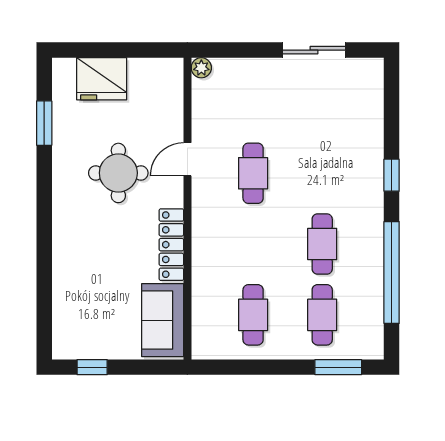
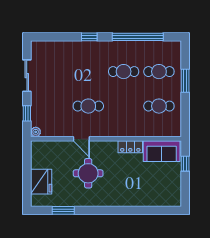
window: (238, 50) -> (27, 113), added
locker: (171, 245) -> (130, 147), width x0.66
window: (92, 367) -> (185, 164), moved
window: (338, 367) -> (185, 81), moved

